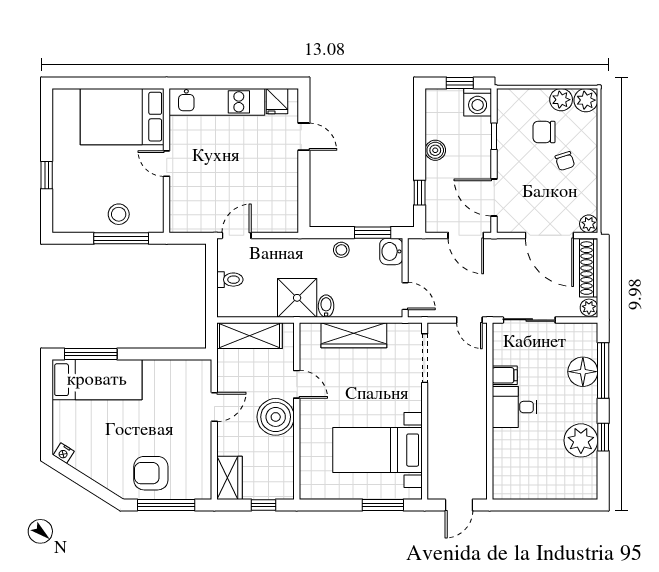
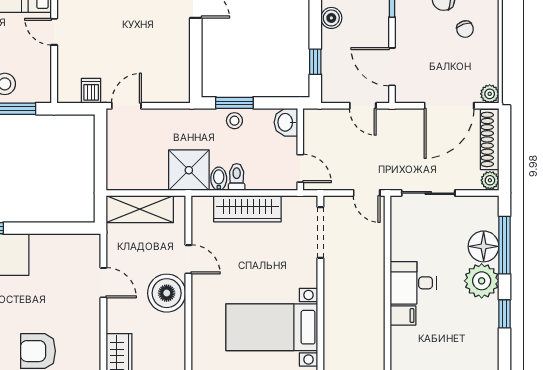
dishwasher: (202, 221) -> (91, 91), added
window: (373, 233) -> (234, 103), moved
door: (466, 235) -> (363, 106), width x0.73
door: (549, 235) -> (449, 106), hinge flipped
toilet: (230, 280) -> (237, 177), moved, turned -90
filing cabinet: (505, 375) -> (403, 316), moved
door: (214, 407) -> (103, 283), hinge flipped
plant: (581, 440) -> (482, 281), moved

